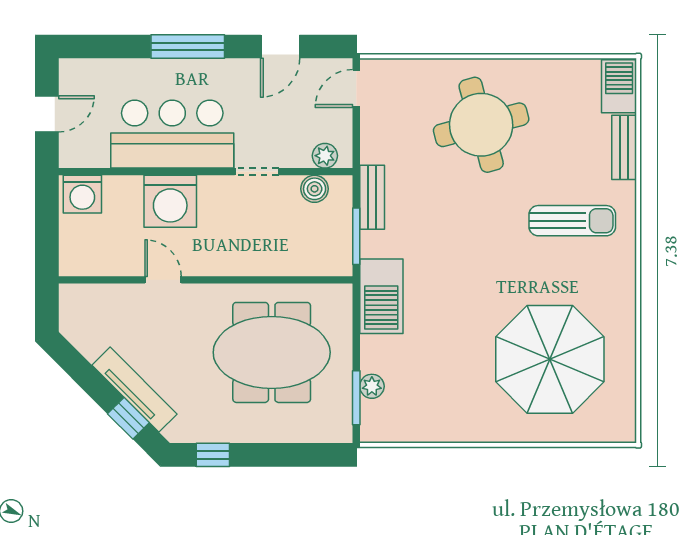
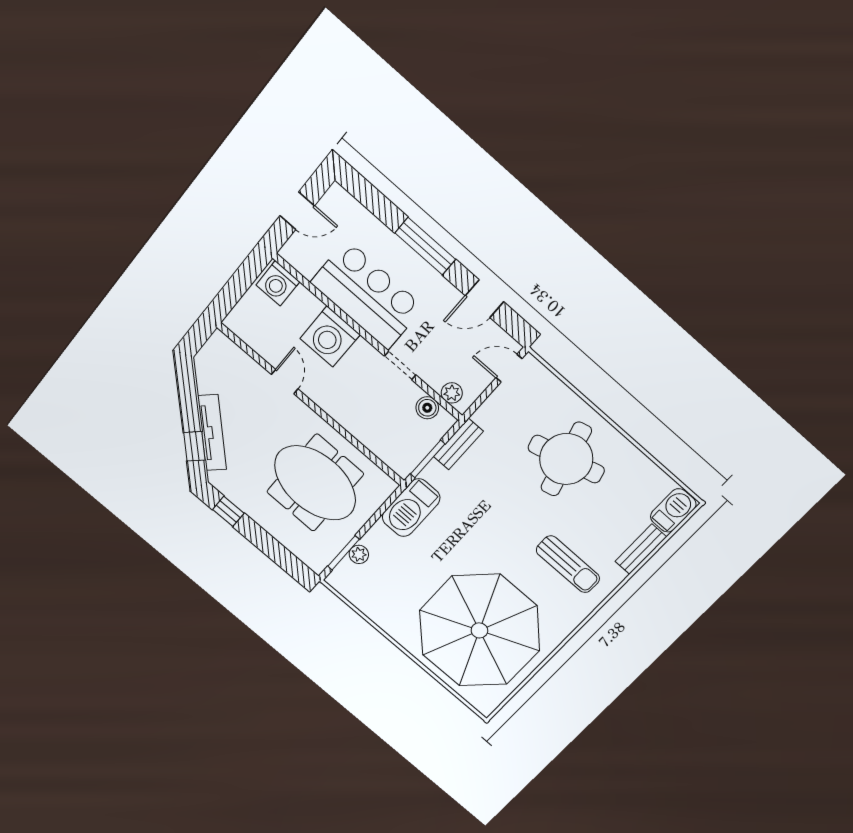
parasol: (550, 359) -> (479, 630), width x1.36, depth x1.36

